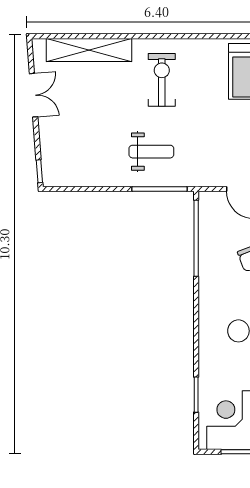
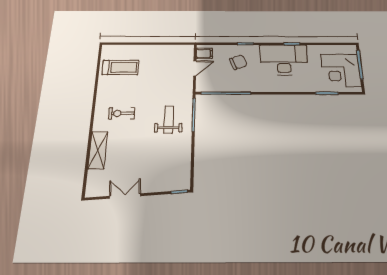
shelving: (89, 50) -> (98, 150), width x0.68
exercise bike: (162, 80) -> (122, 113), width x0.73, depth x0.72

